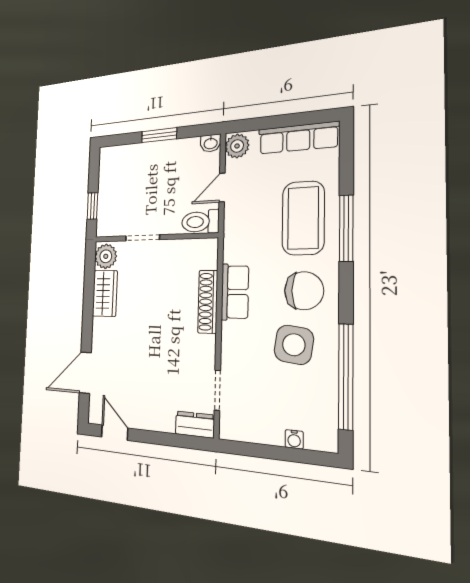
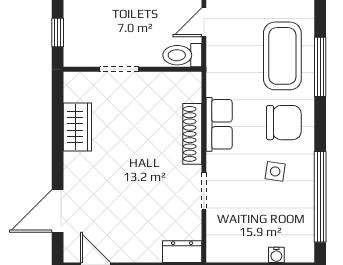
plant: (106, 256) -> (77, 88), removed
side table: (294, 345) -> (275, 171), width x0.54, depth x0.54
doorway: (217, 390) -> (204, 191), moved

